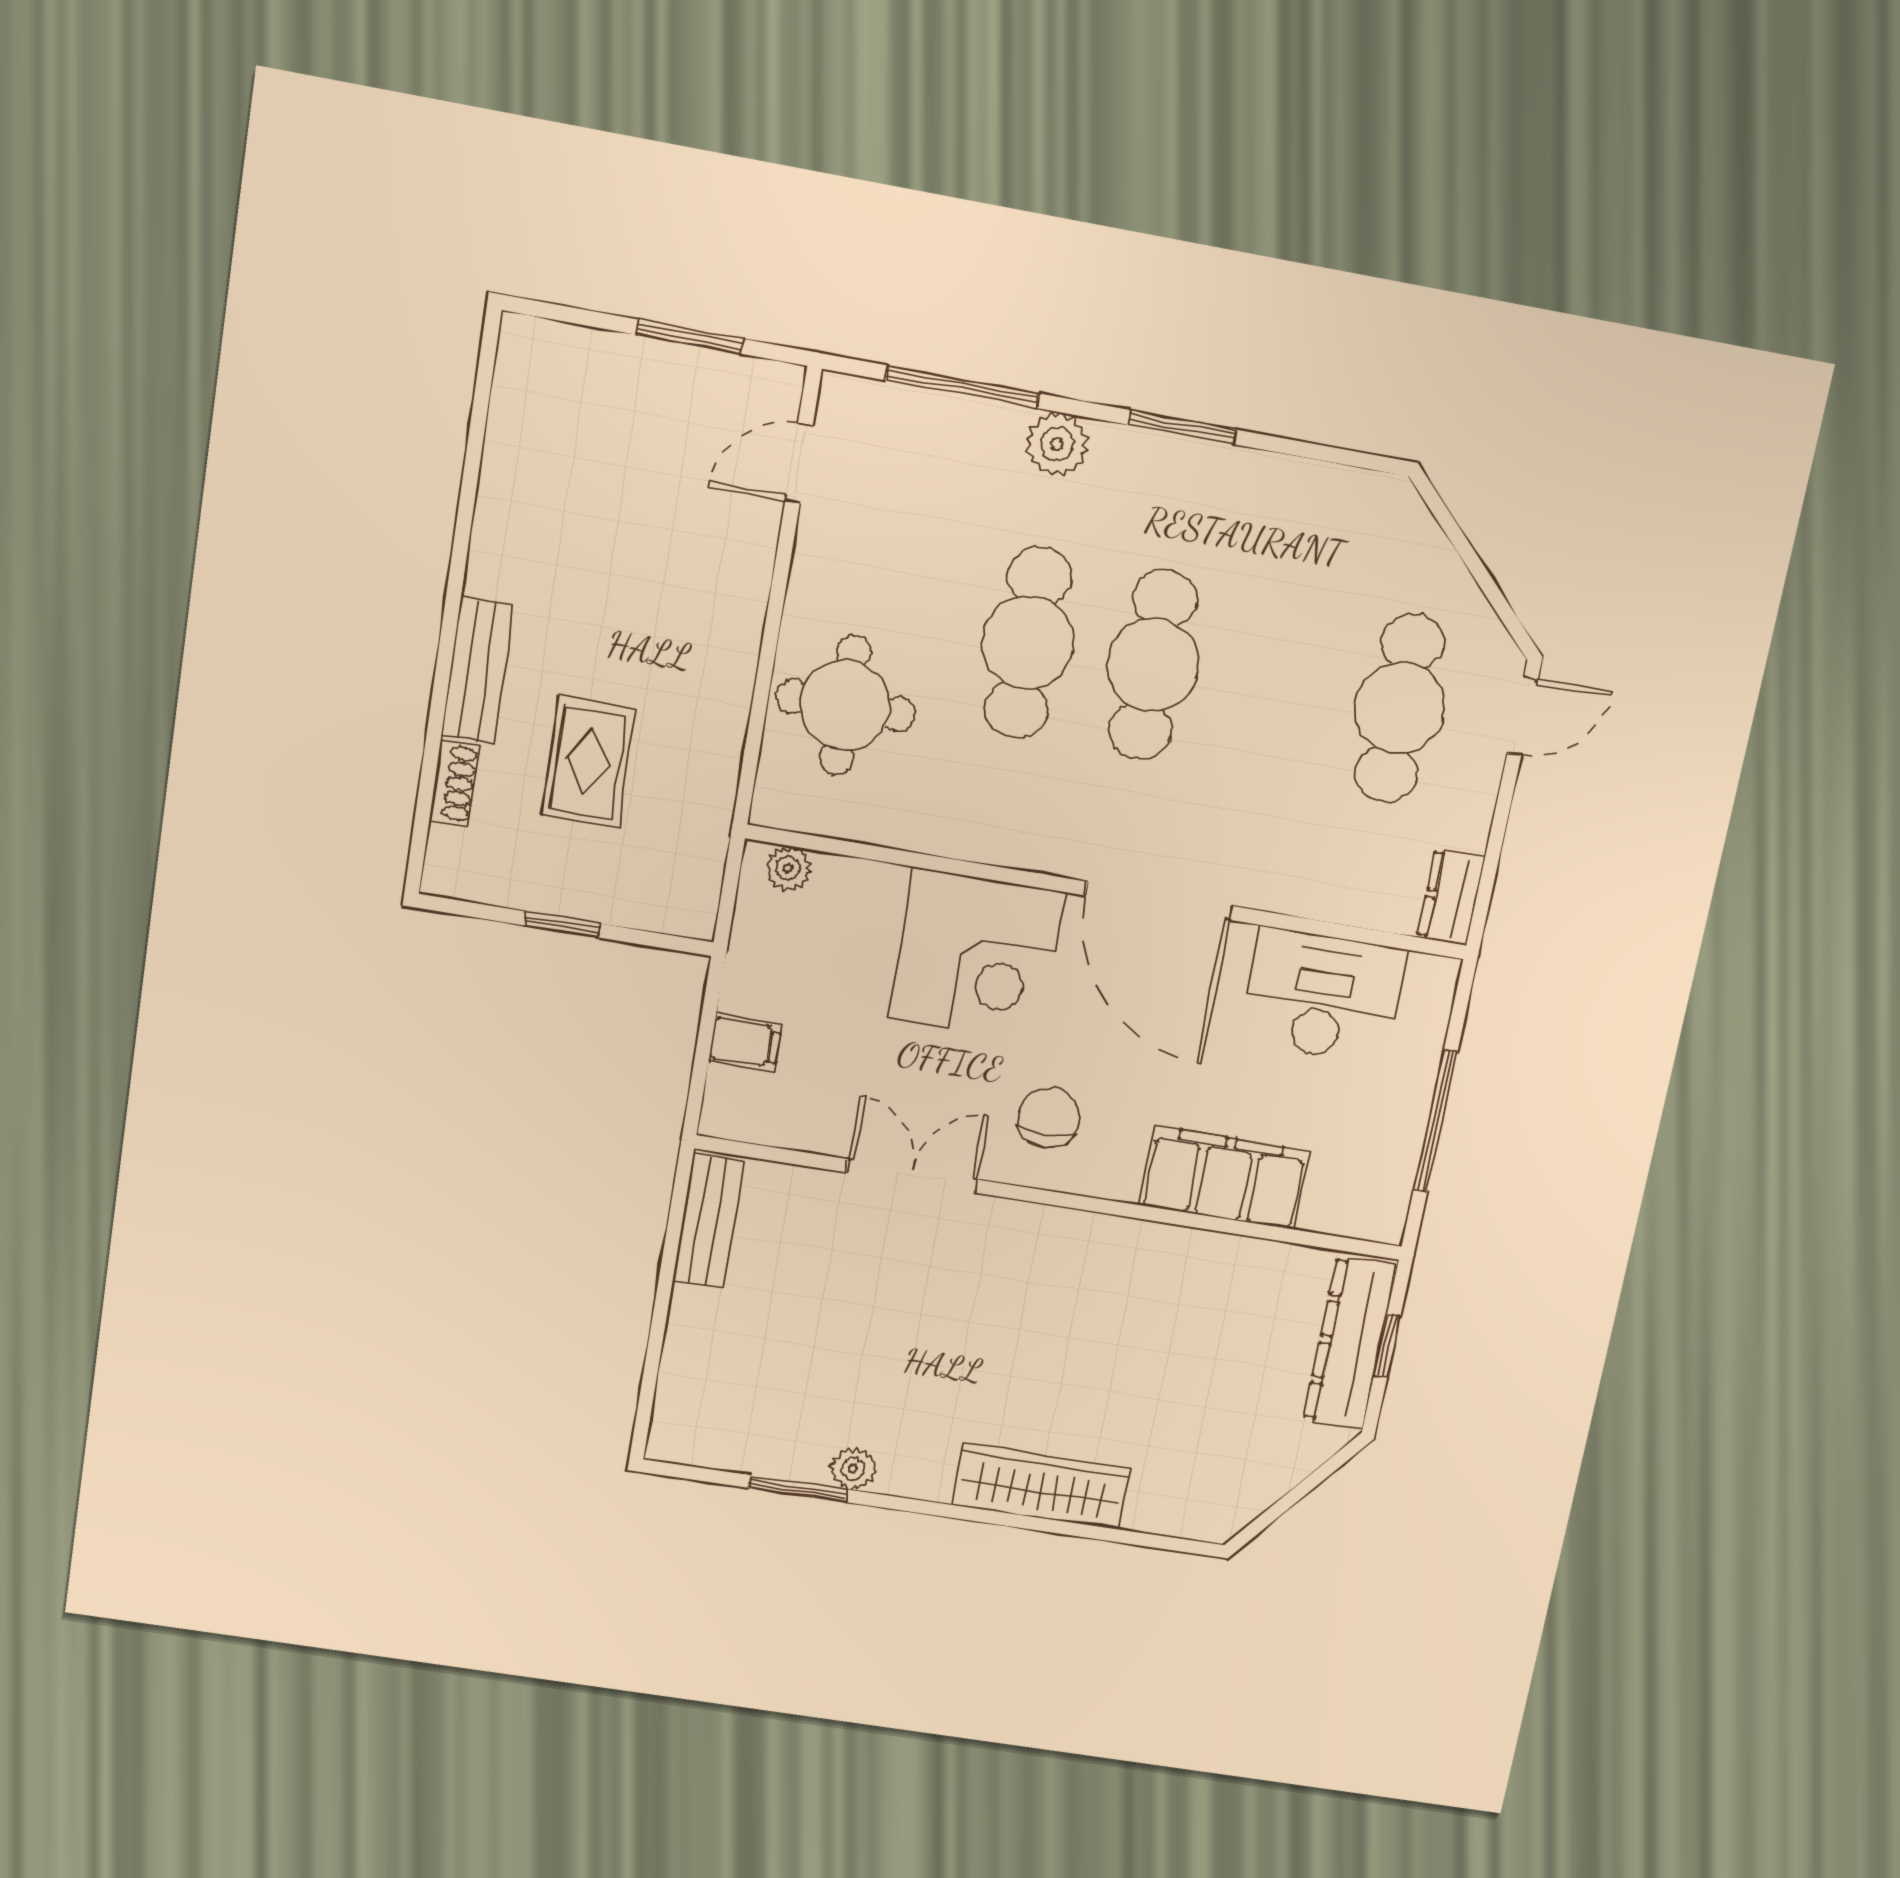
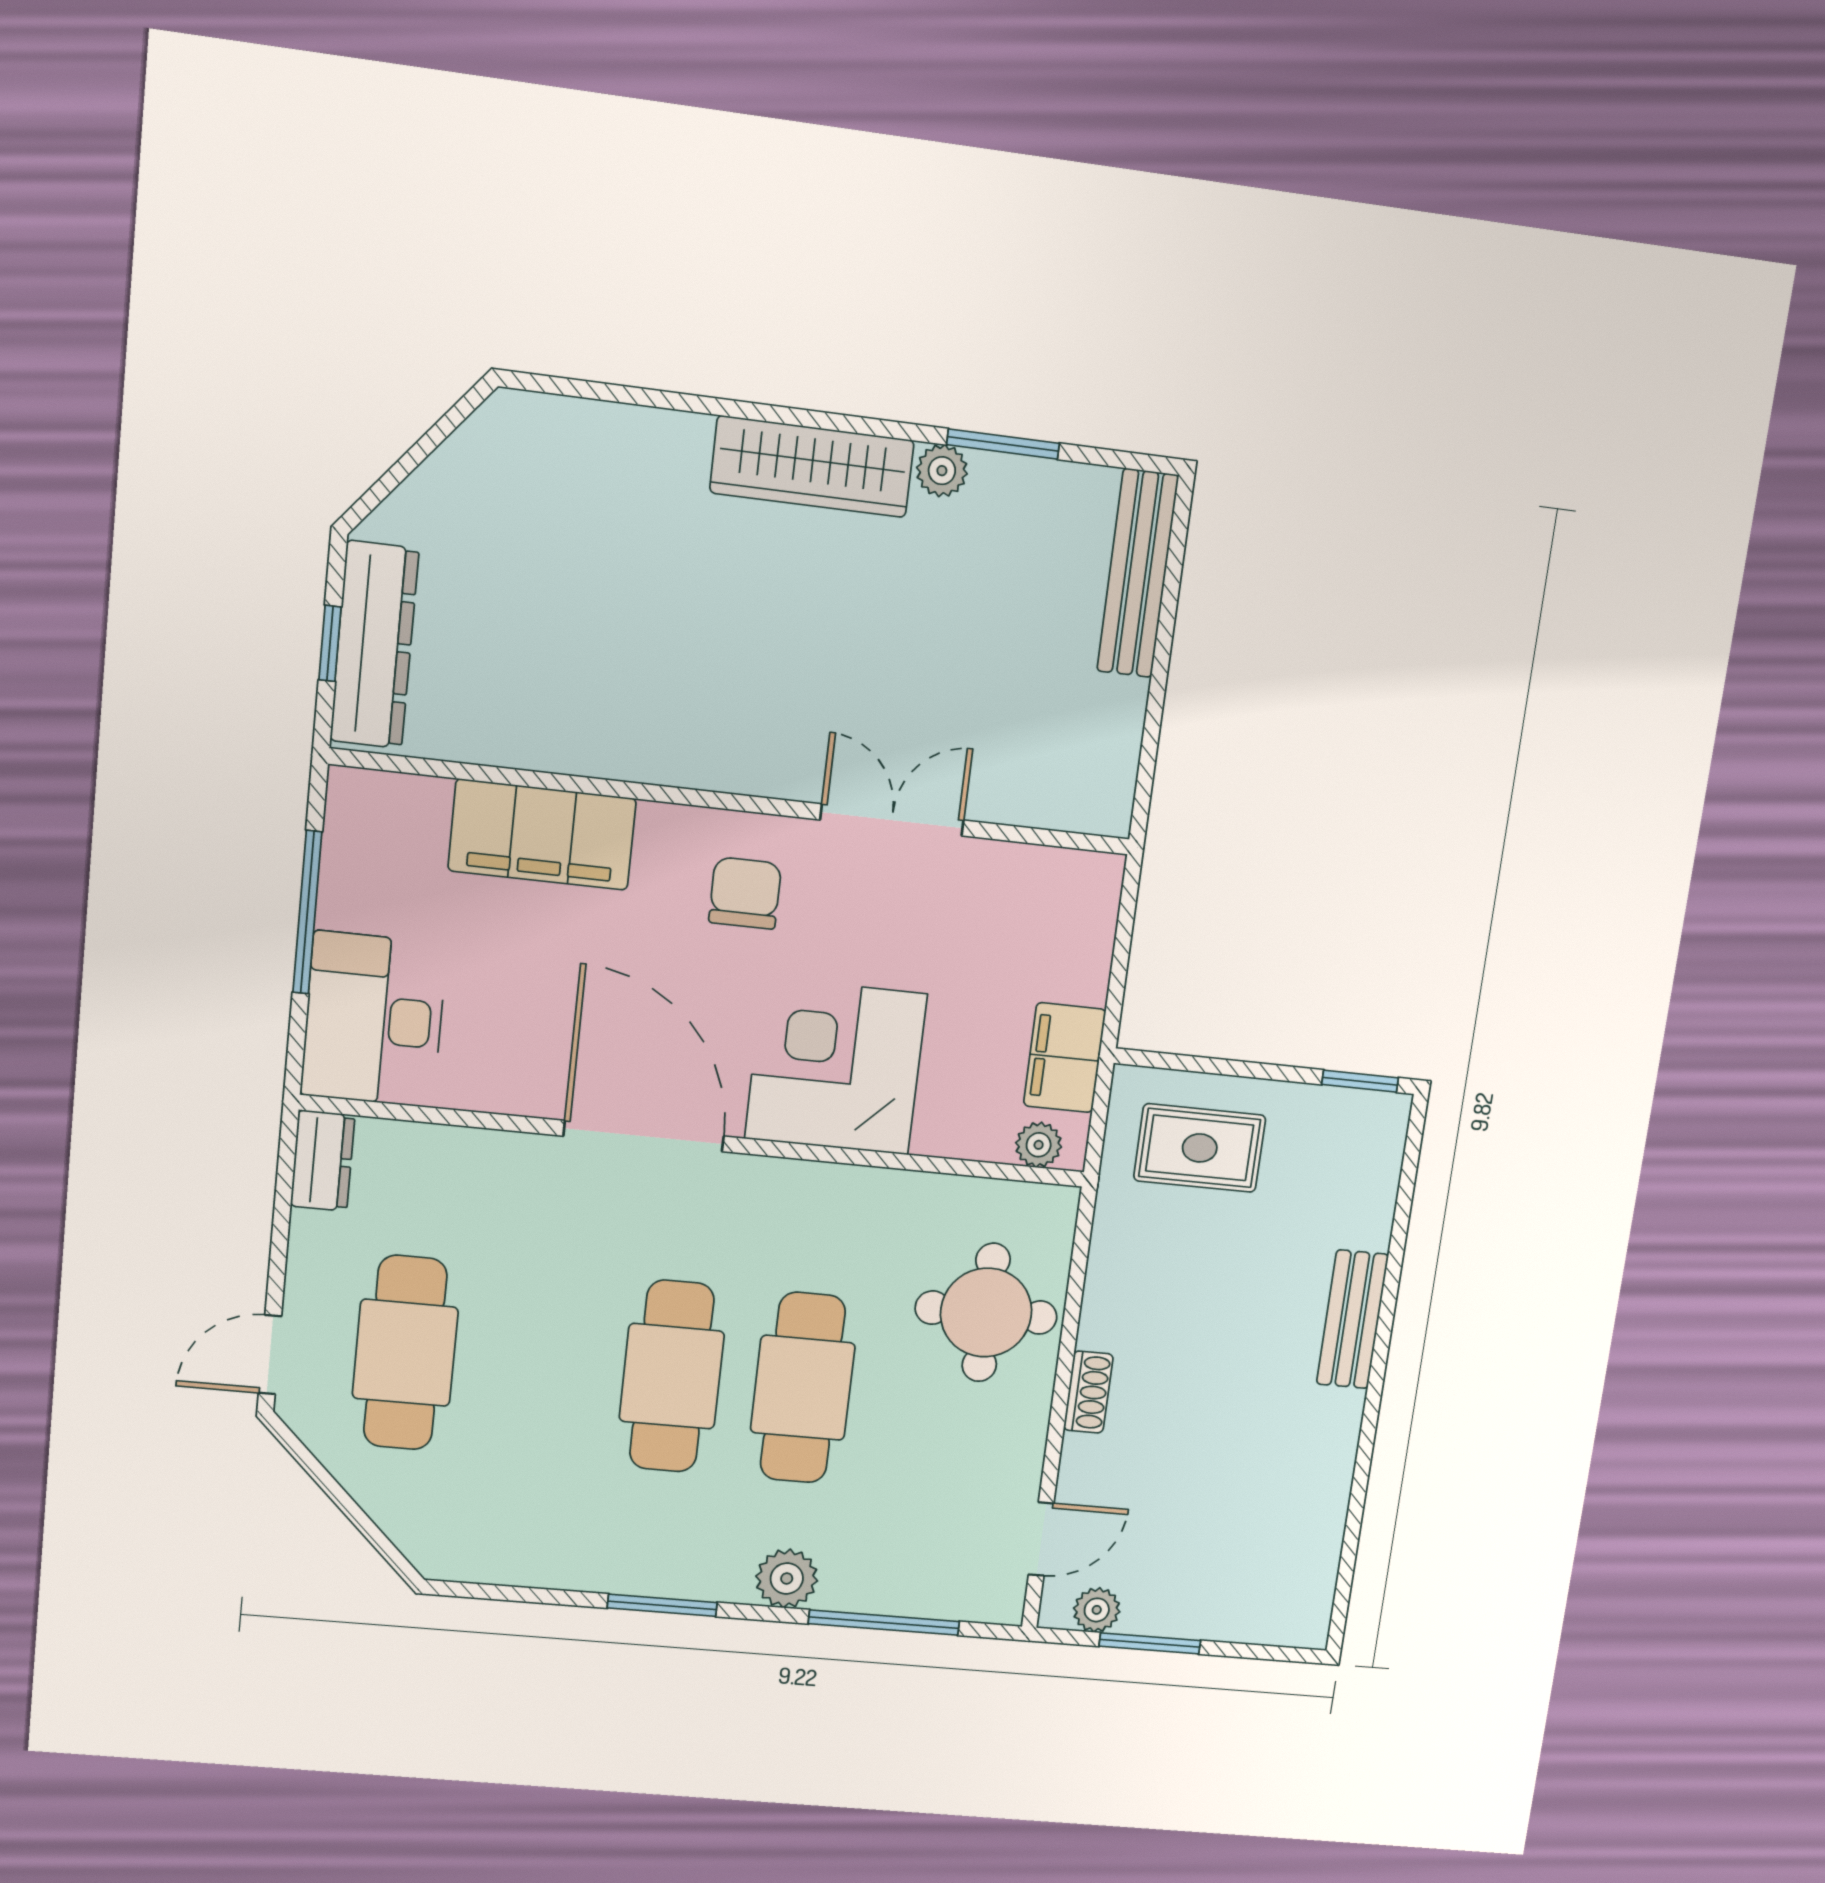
plant: (744, 380) -> (1097, 1610), added
rug: (588, 762) -> (1200, 1148), moved, turned 90
shoe rack: (455, 783) -> (1088, 1392), moved, turned 180
window: (562, 925) -> (1360, 1081), moved
desk: (1323, 996) -> (374, 1019), moved, turned 90
filing cabinet: (745, 1043) -> (1065, 1058), moved, width x2.00
chair: (1049, 1118) -> (745, 893), turned 180
double door: (912, 1176) -> (892, 820), swing flipped
bench: (708, 1221) -> (1138, 573), moved, width x1.36
wardrobe: (1041, 1486) -> (812, 466), moved

